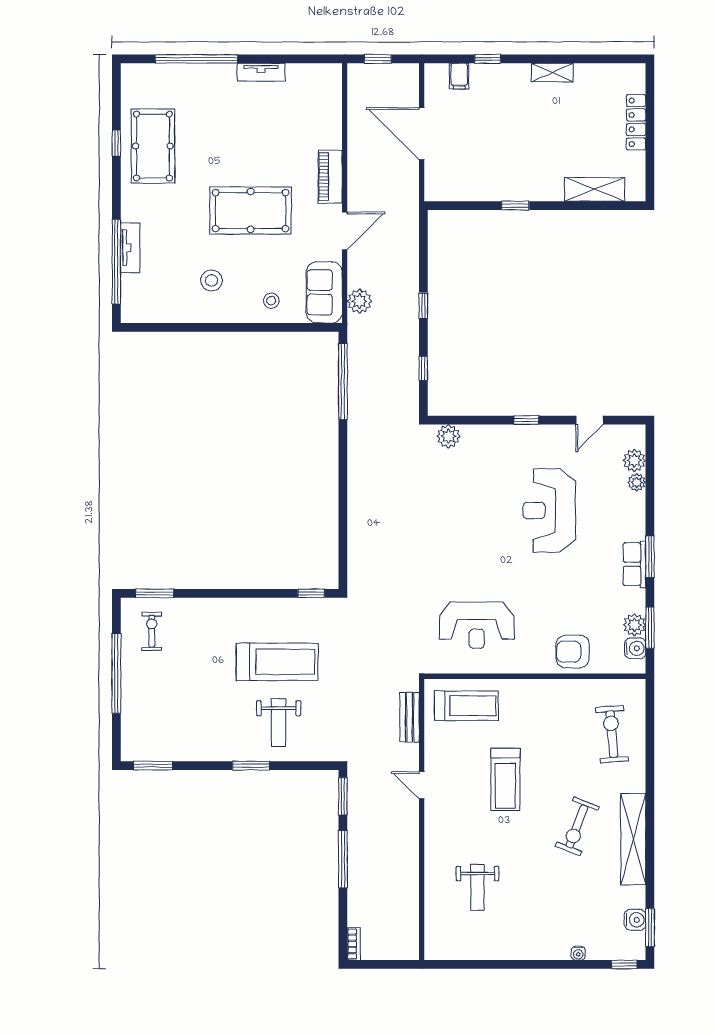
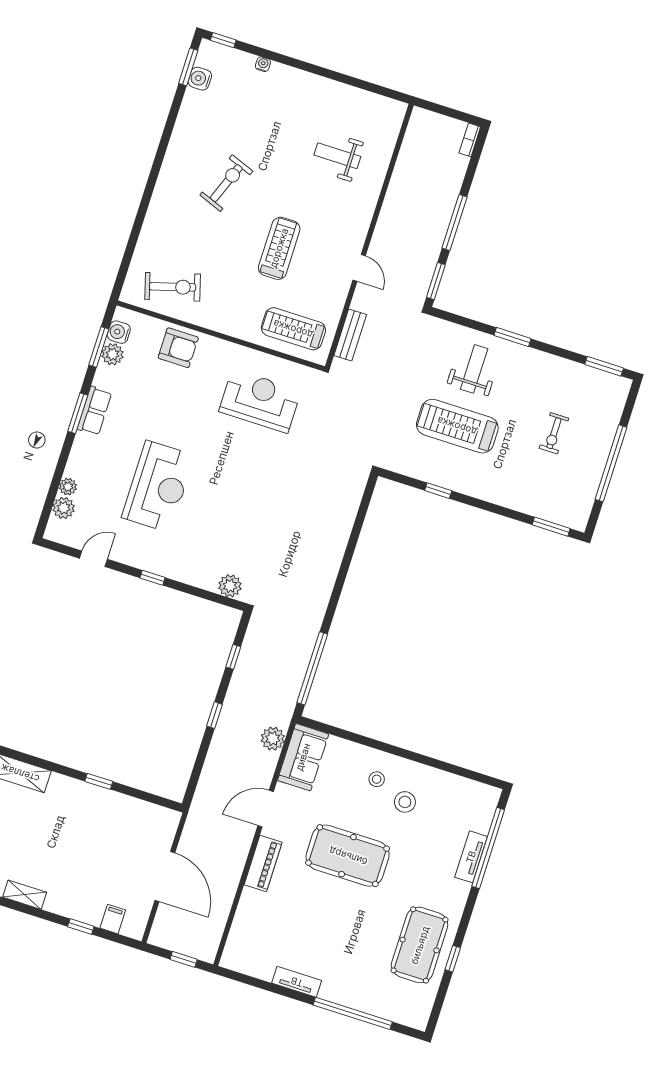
stool: (271, 301) -> (377, 779), moved
window: (311, 593) -> (438, 491), moved
exercise bike: (152, 631) -> (554, 433), moved
exercise bike: (612, 734) -> (173, 287), moved, turned -101
shelving: (633, 839) -> (178, 155), removed
weight bench: (477, 887) -> (337, 156), turned -90

